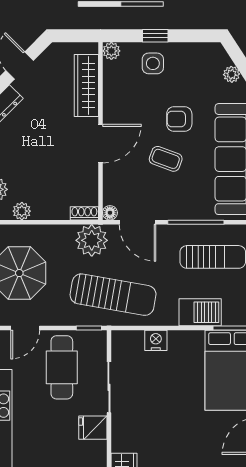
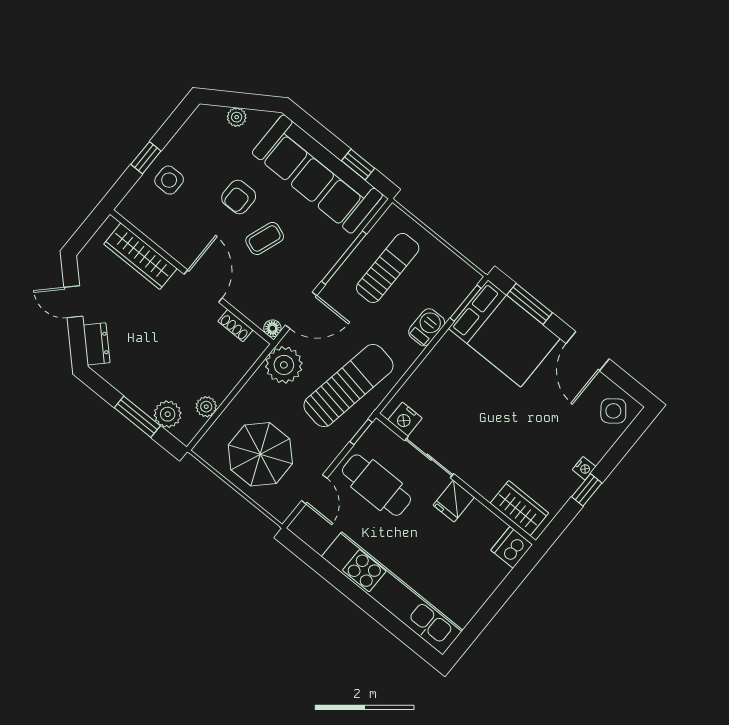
plant: (111, 51) -> (127, 208), removed
shoe rack: (84, 213) -> (235, 326), moved, turned -90
barbecue: (200, 312) -> (427, 327), width x0.73, depth x0.79
nightstand: (156, 340) -> (405, 419), moved, turned -90

